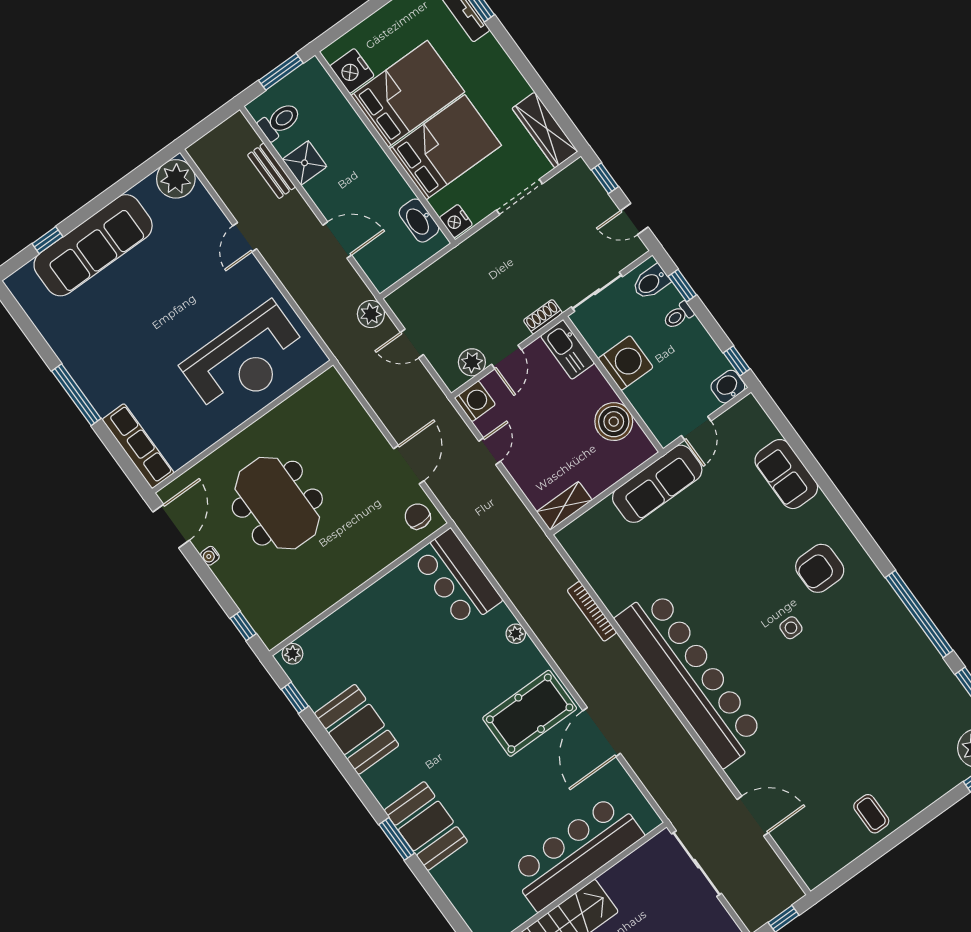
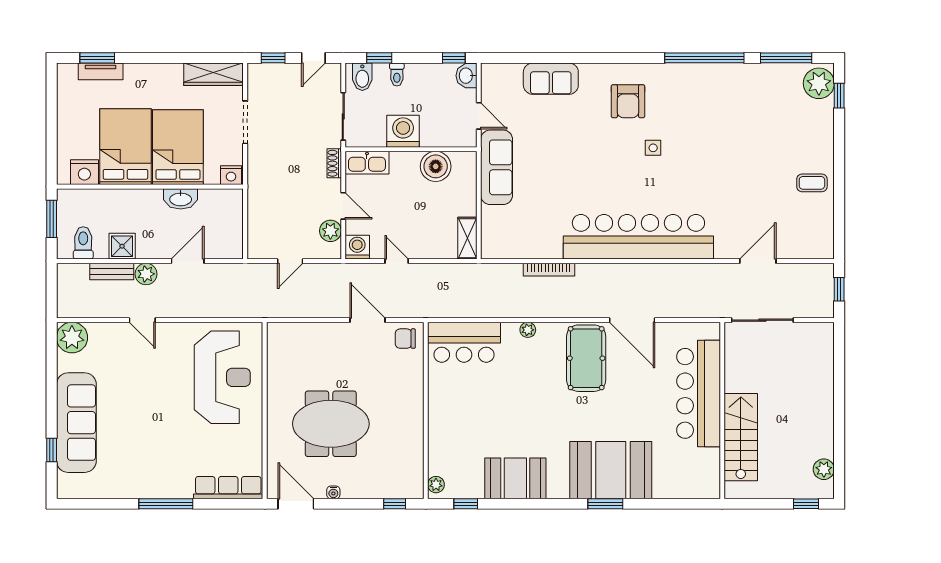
washbasin: (419, 221) -> (181, 199), moved
plant: (371, 314) -> (146, 274), moved
booth: (426, 826) -> (611, 470), width x1.36, depth x1.42

